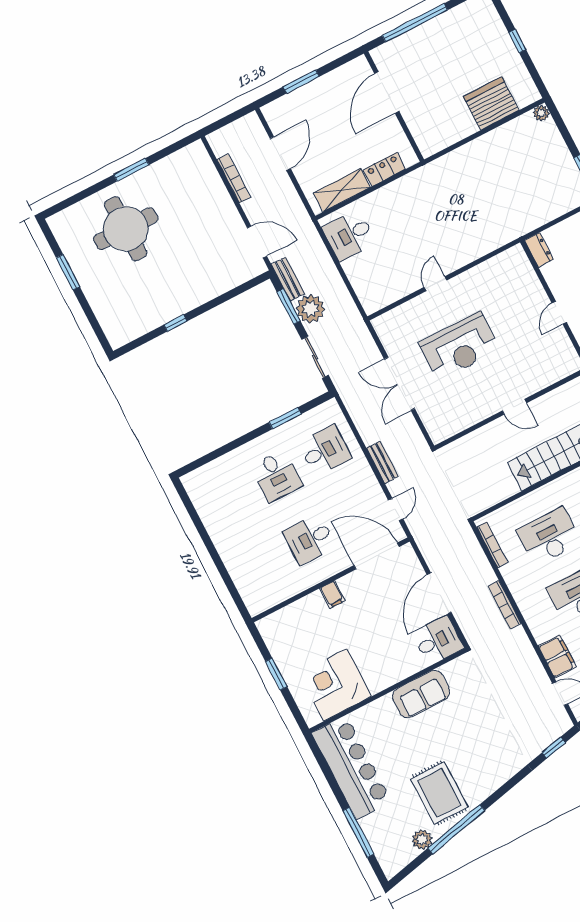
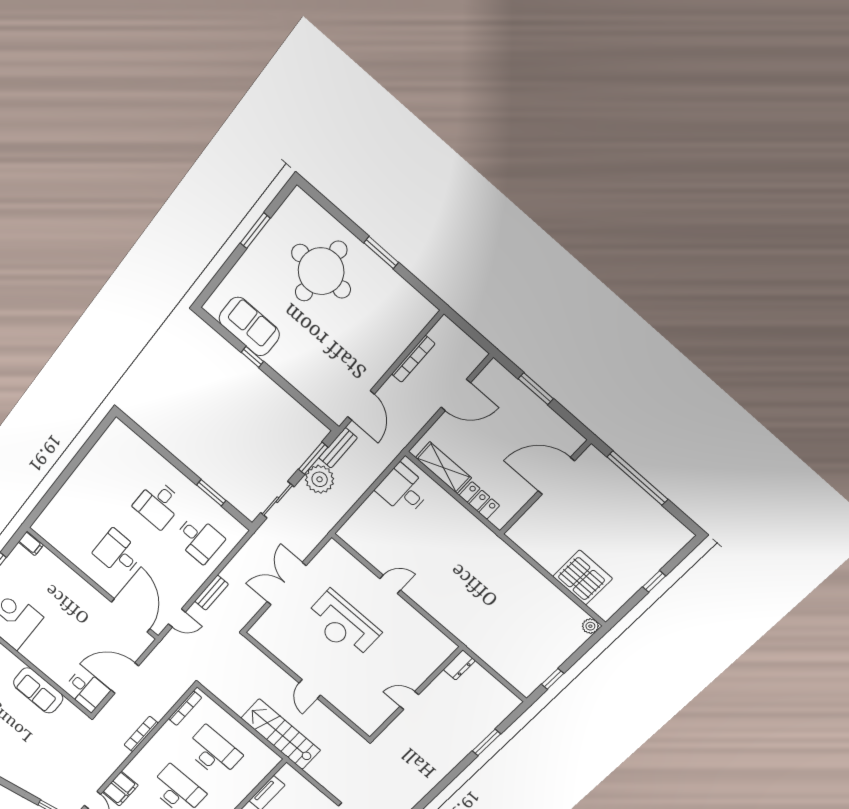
sofa: (147, 314) -> (249, 327), added
filing cabinet: (332, 594) -> (31, 543), moved, turned -90

